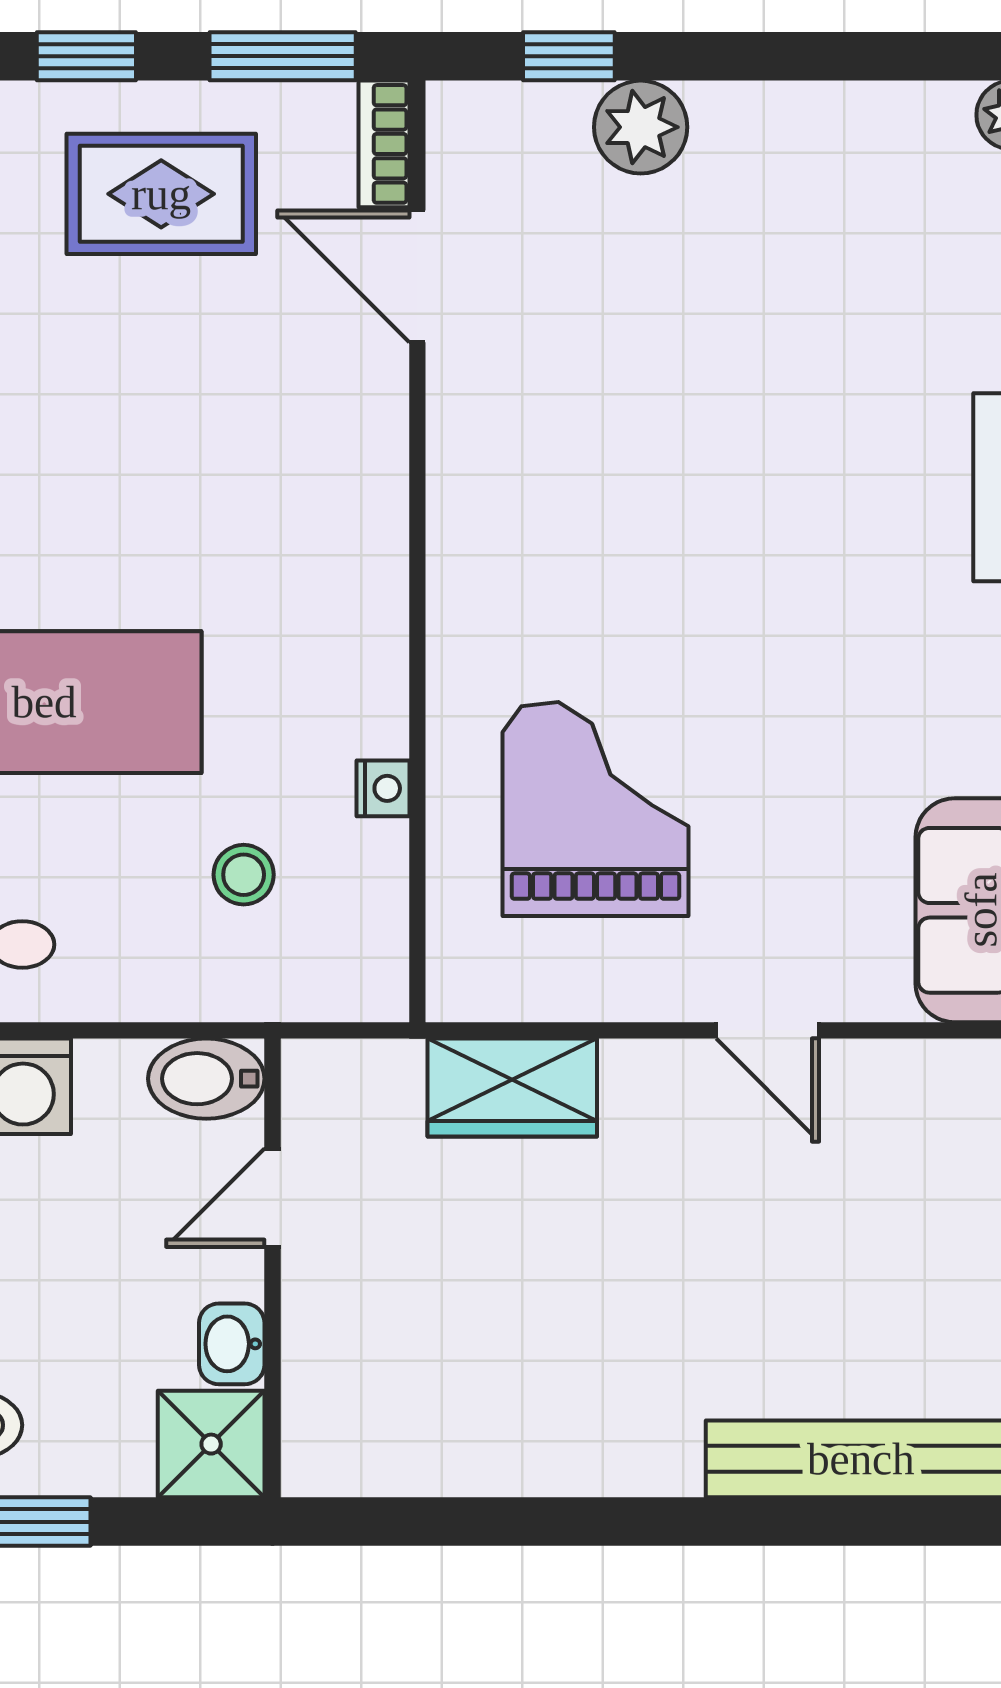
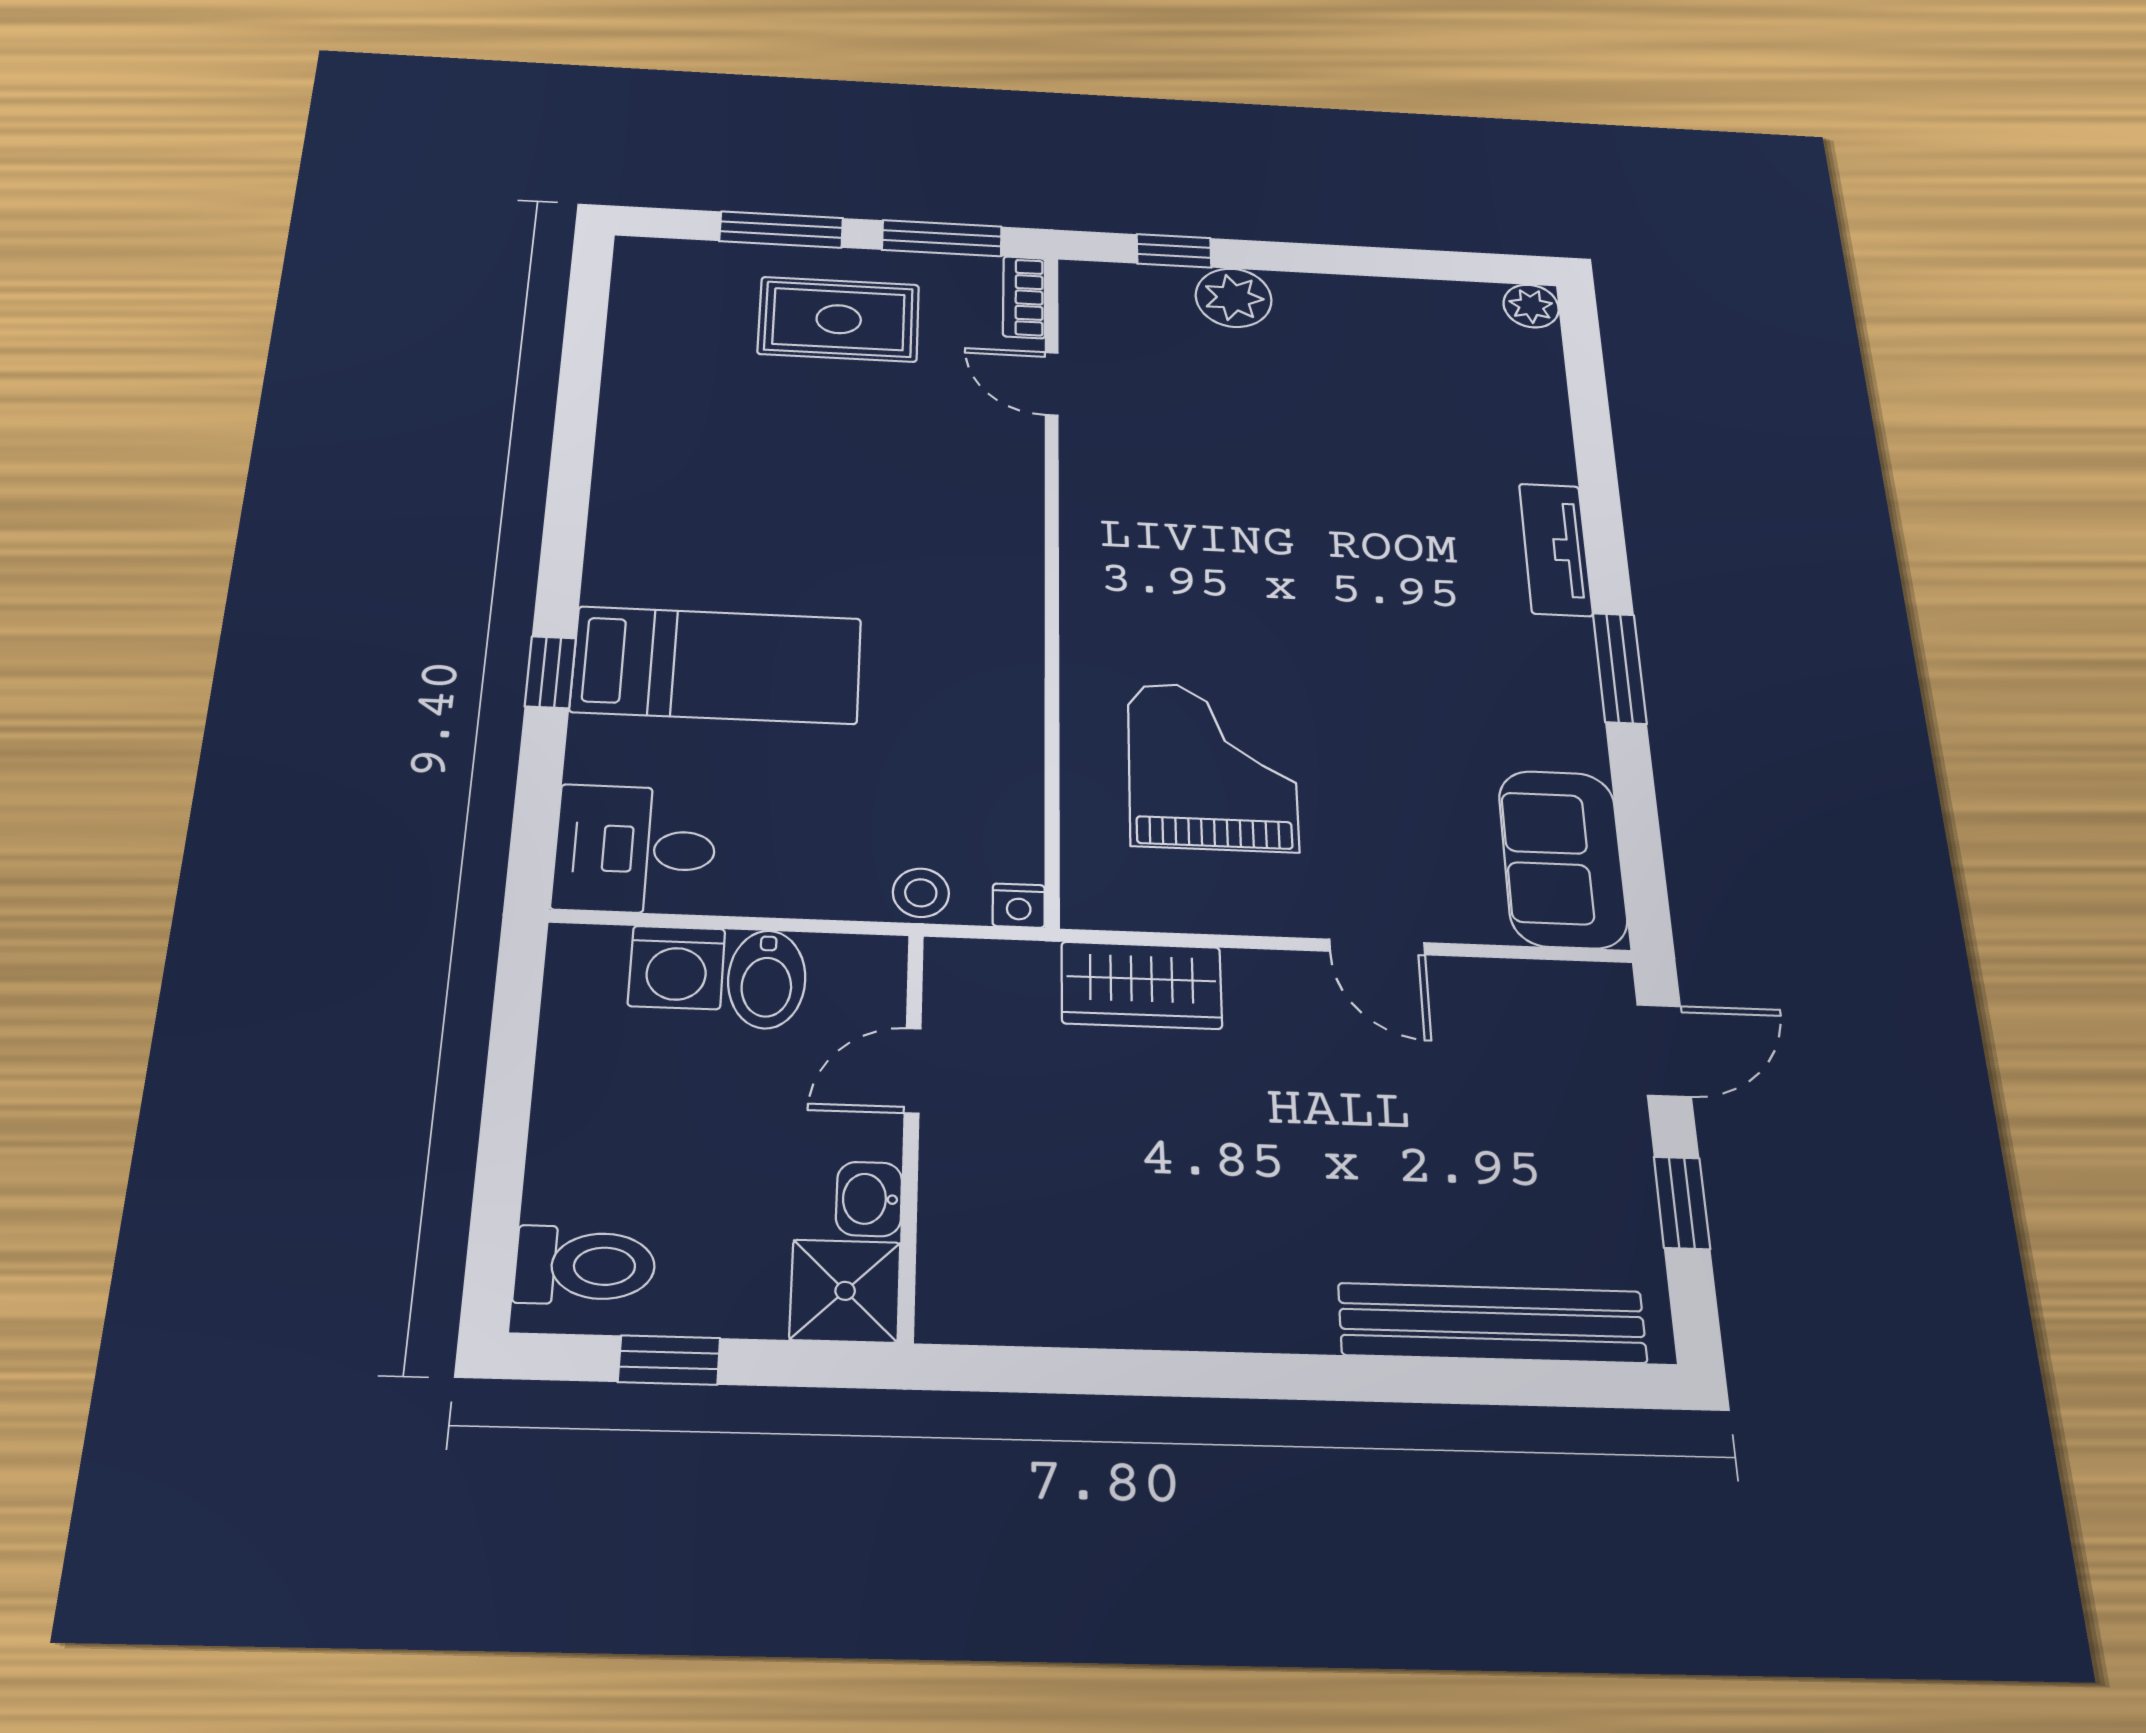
window: (86, 56) -> (781, 230), width x1.50
door: (417, 276) -> (1052, 384), width x0.73
nightstand: (383, 788) -> (1019, 906), moved, turned 90
stool: (244, 875) -> (921, 893), moved
bidet: (206, 1079) -> (767, 979), moved, turned -90

